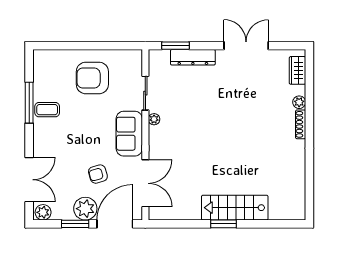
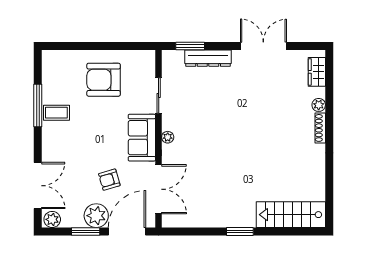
plant: (154, 119) -> (168, 137), moved
stairs: (235, 208) -> (291, 215), moved

